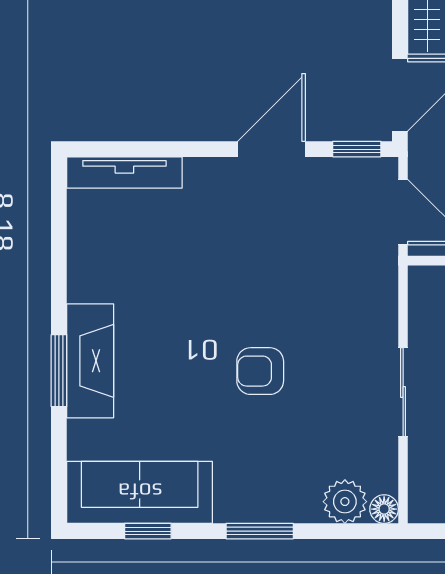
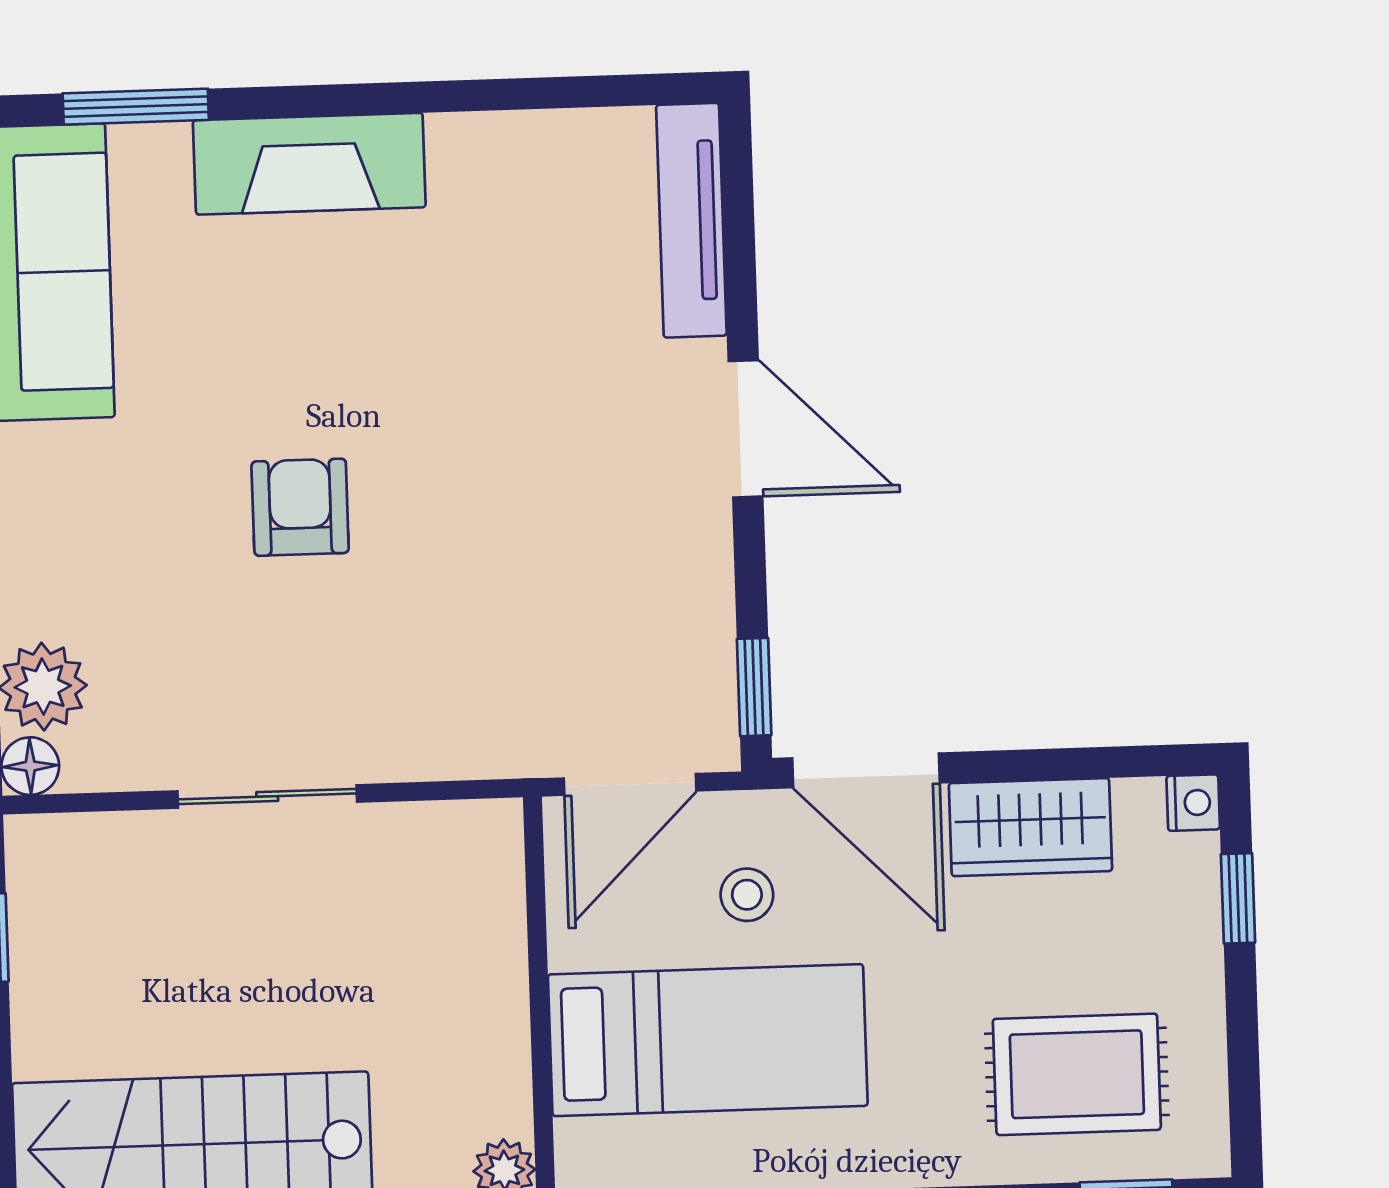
door: (271, 149) -> (745, 429), moved
window: (59, 371) -> (136, 107), moved

